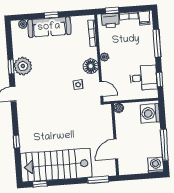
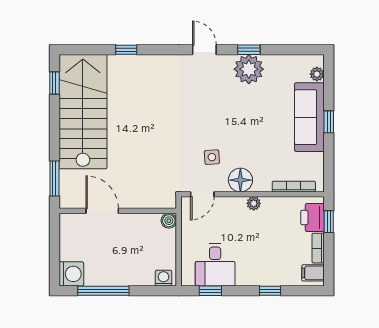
window: (157, 43) -> (270, 291), width x0.46
washing machine: (150, 113) -> (164, 278), width x0.53, depth x0.53

